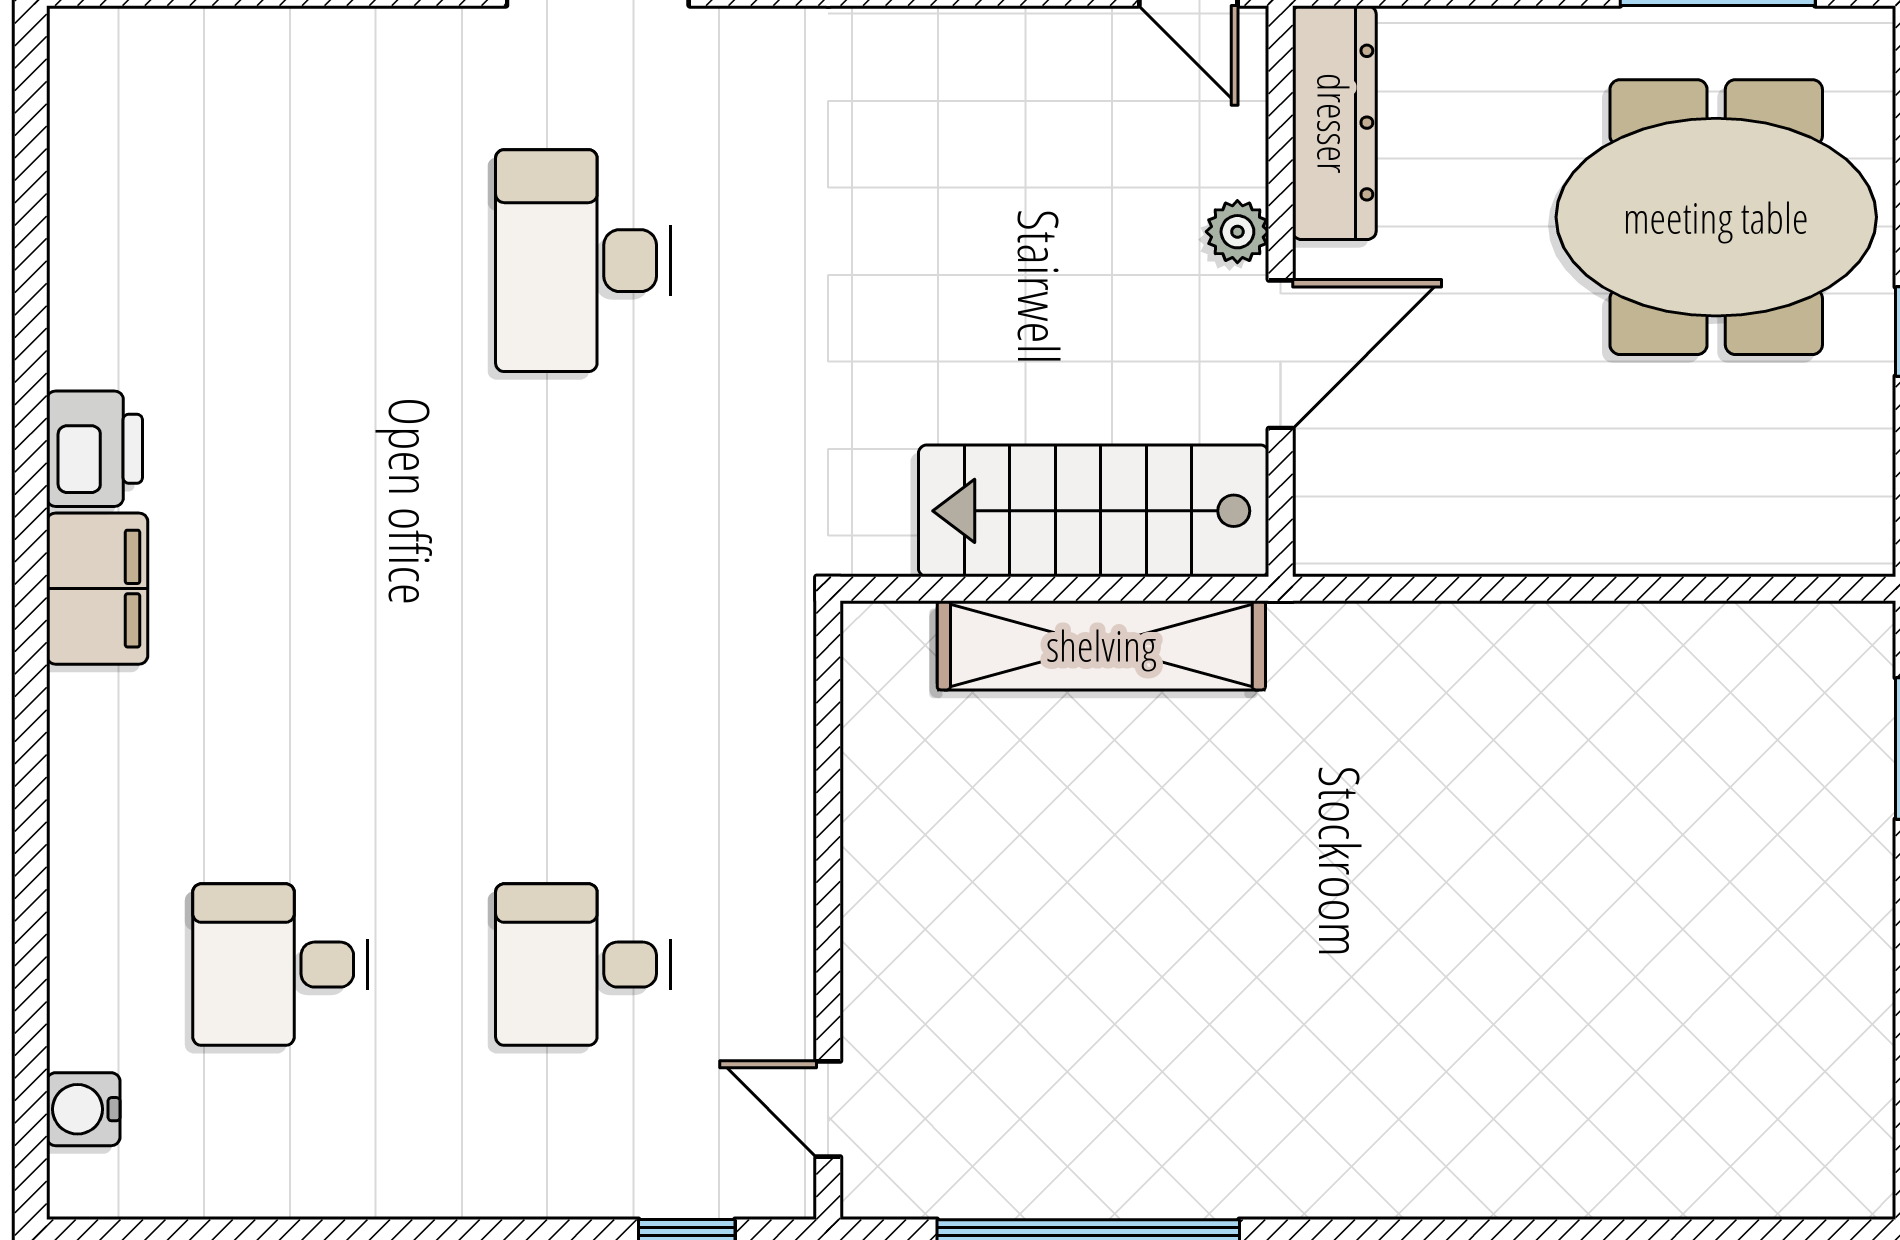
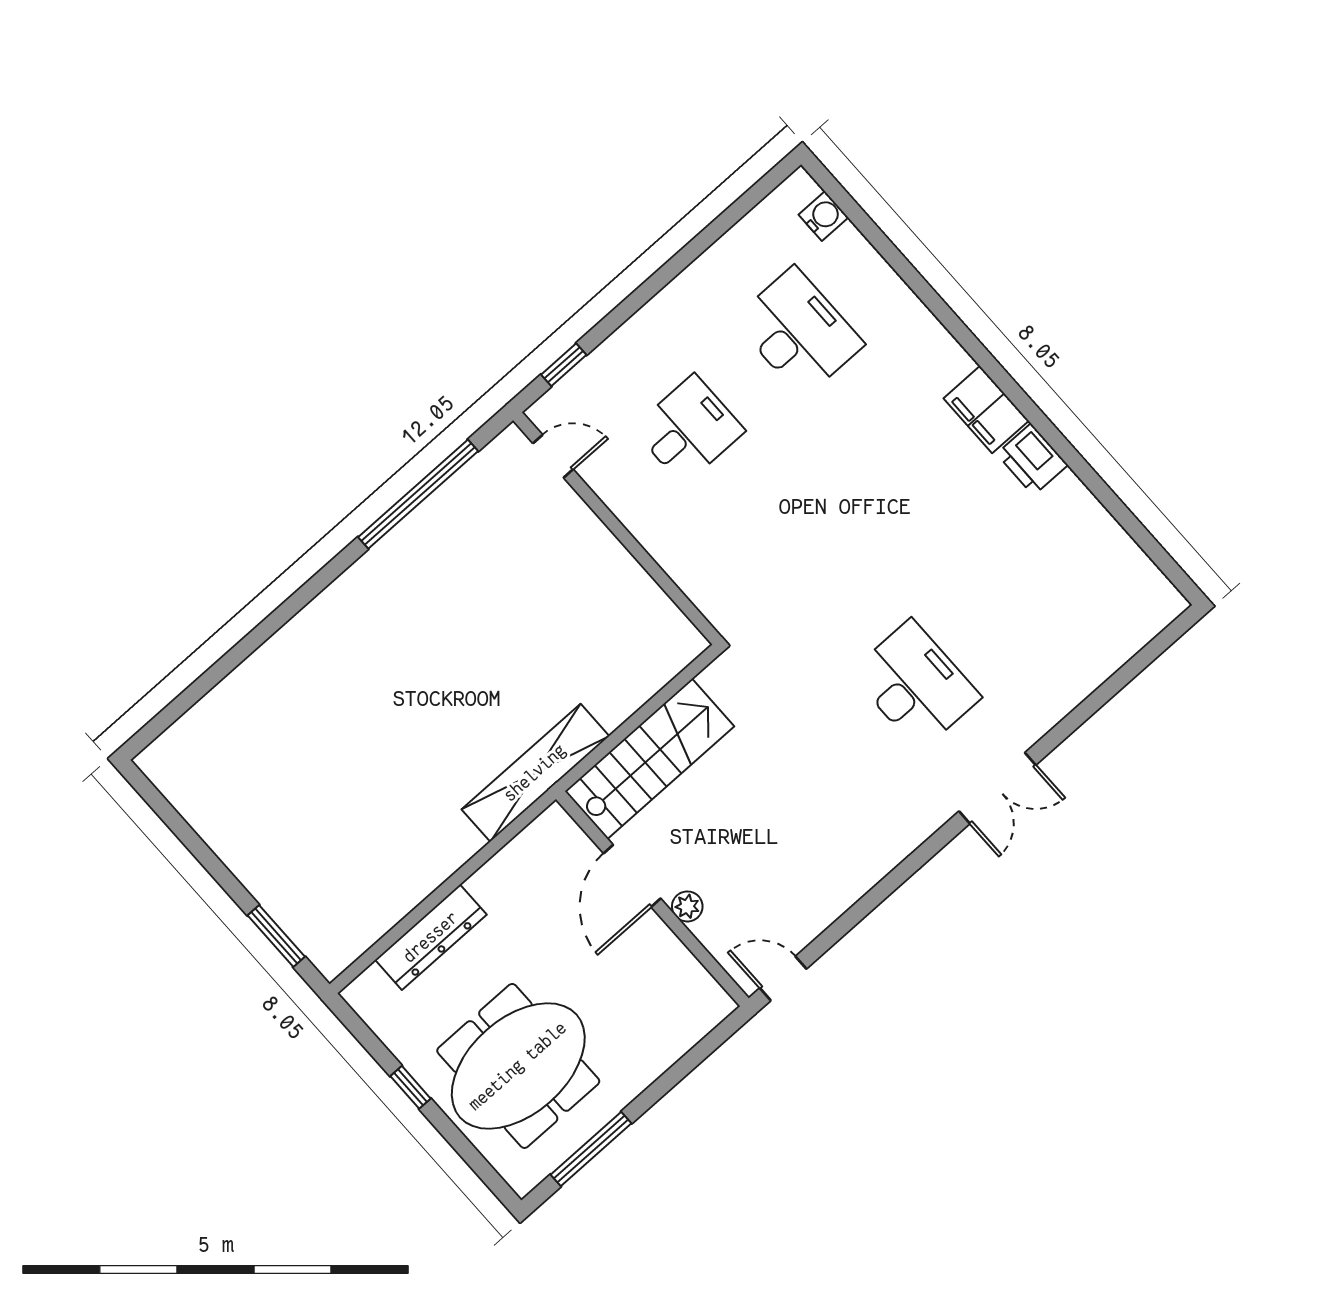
dresser: (1334, 123) -> (431, 937), moved, turned -90
shelving: (1101, 645) -> (535, 773), moved
desk: (280, 965) -> (799, 332), width x1.37

